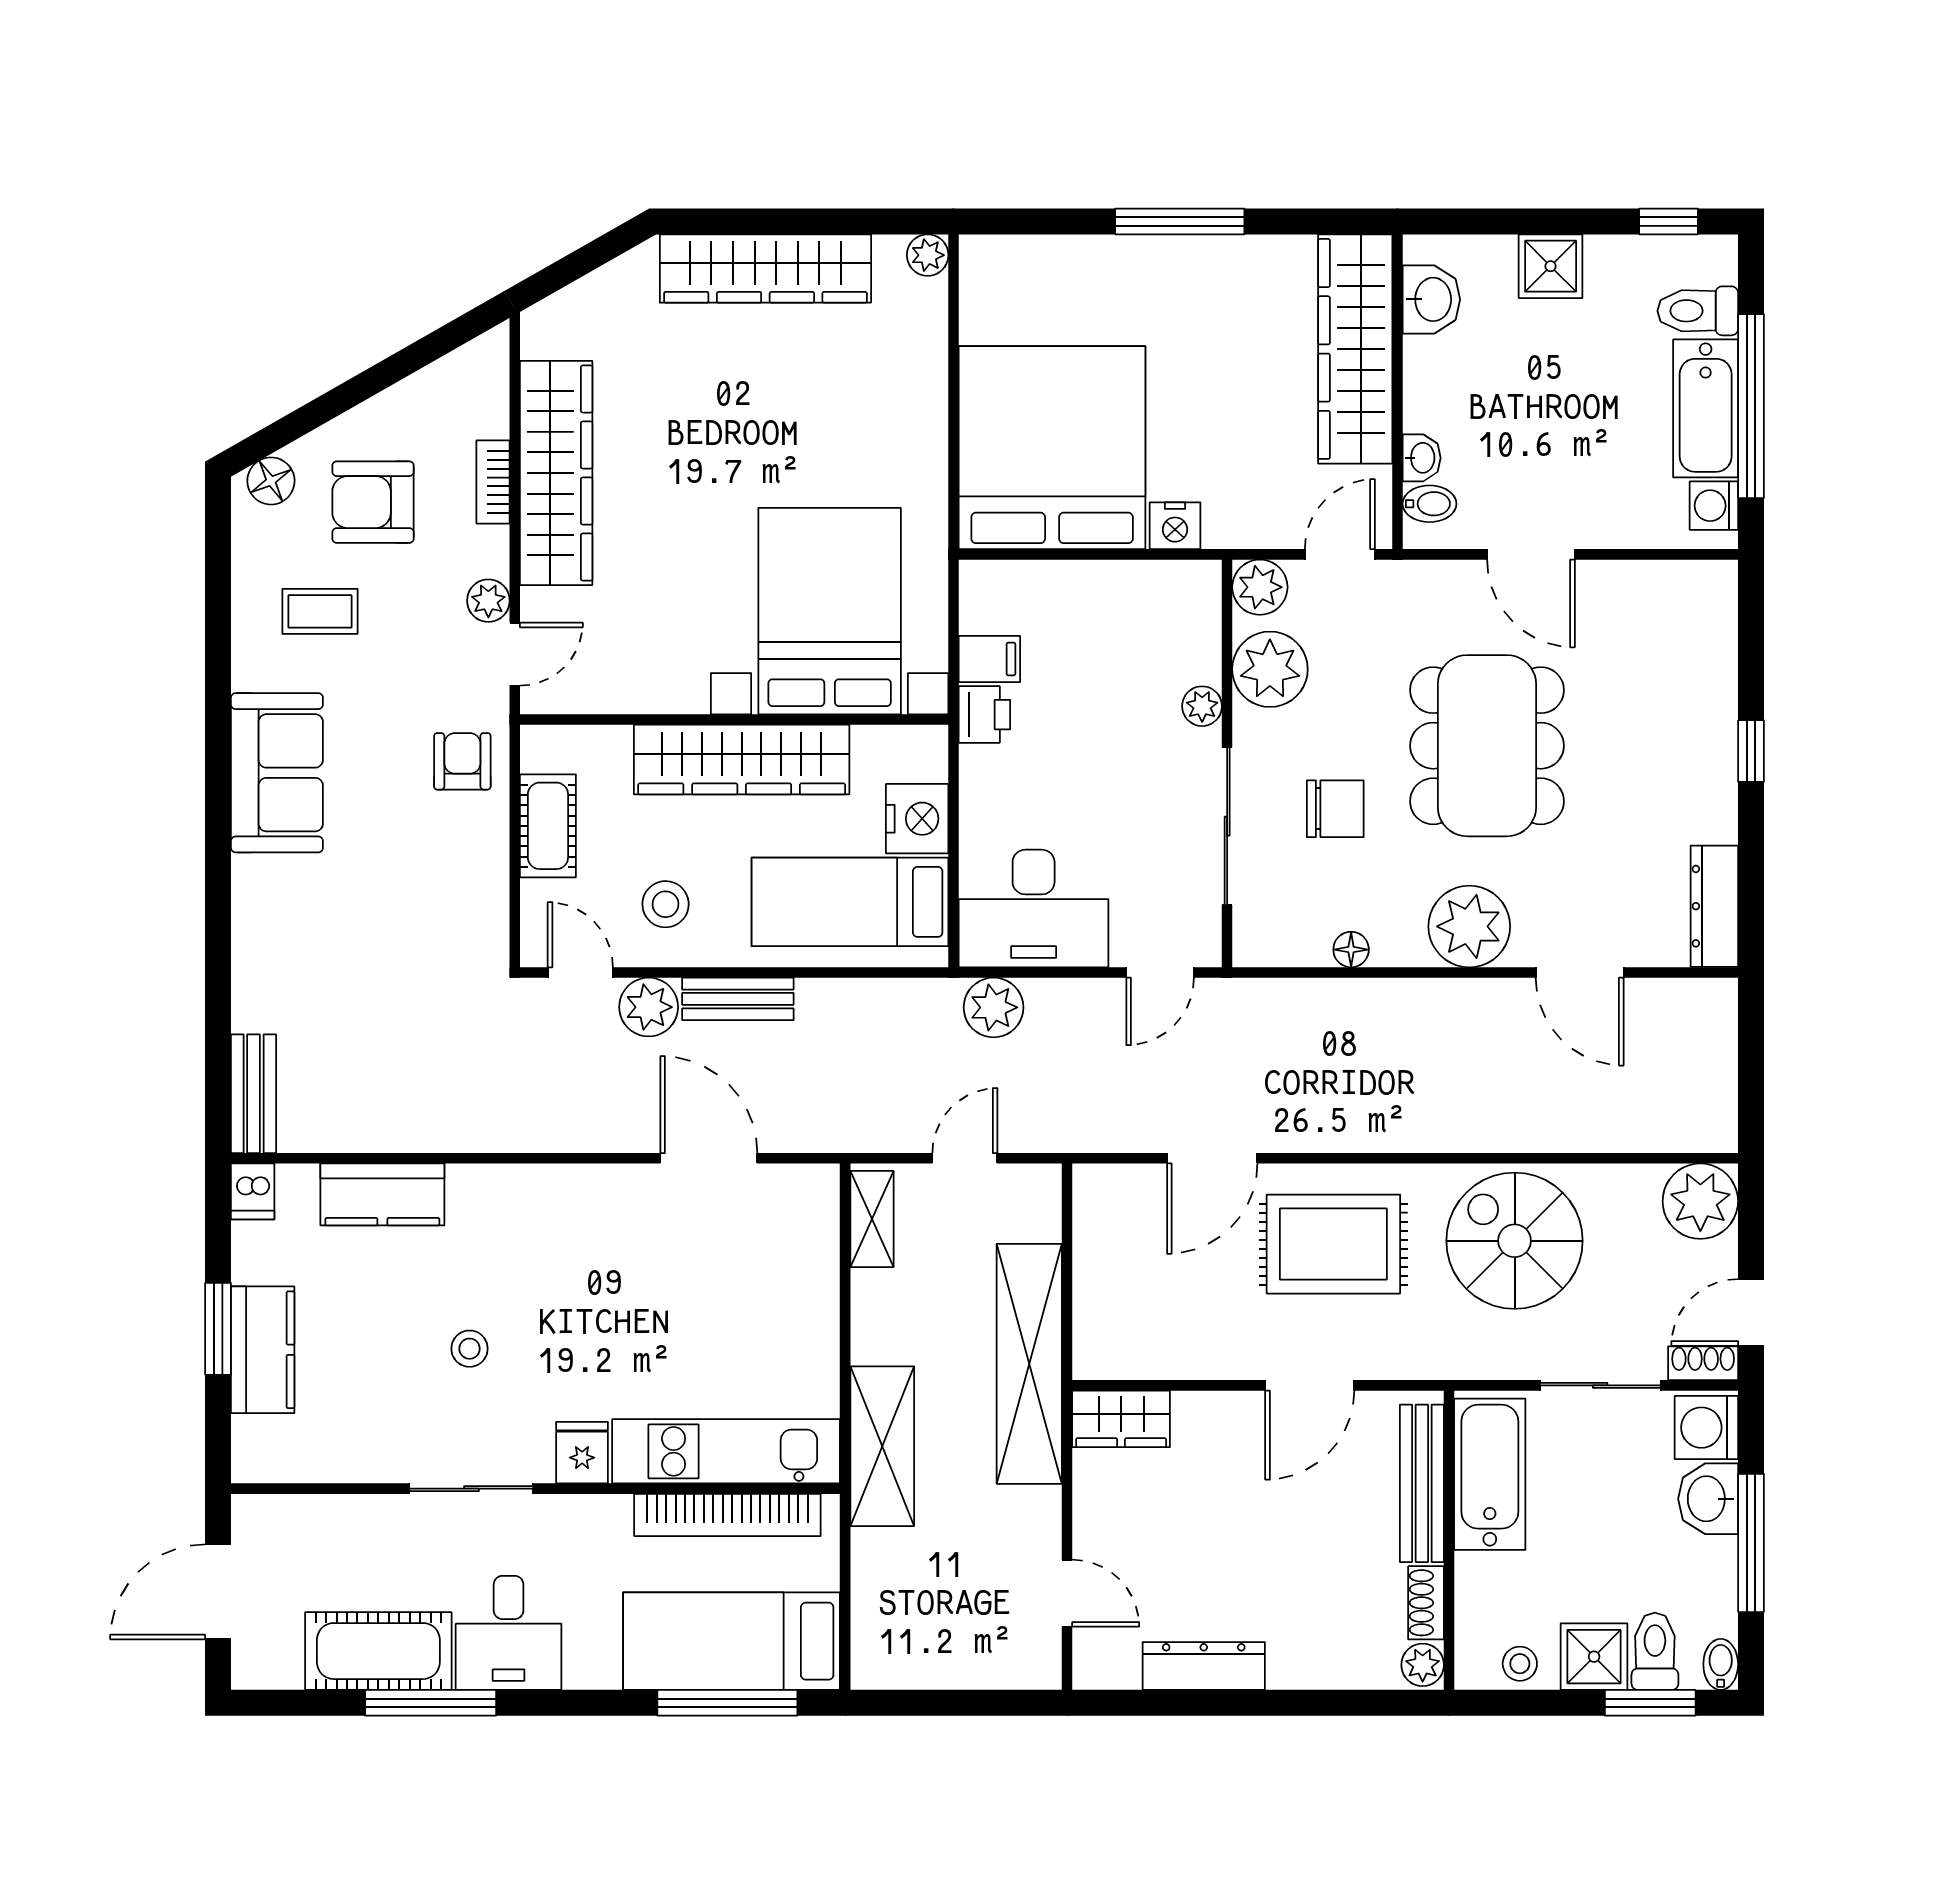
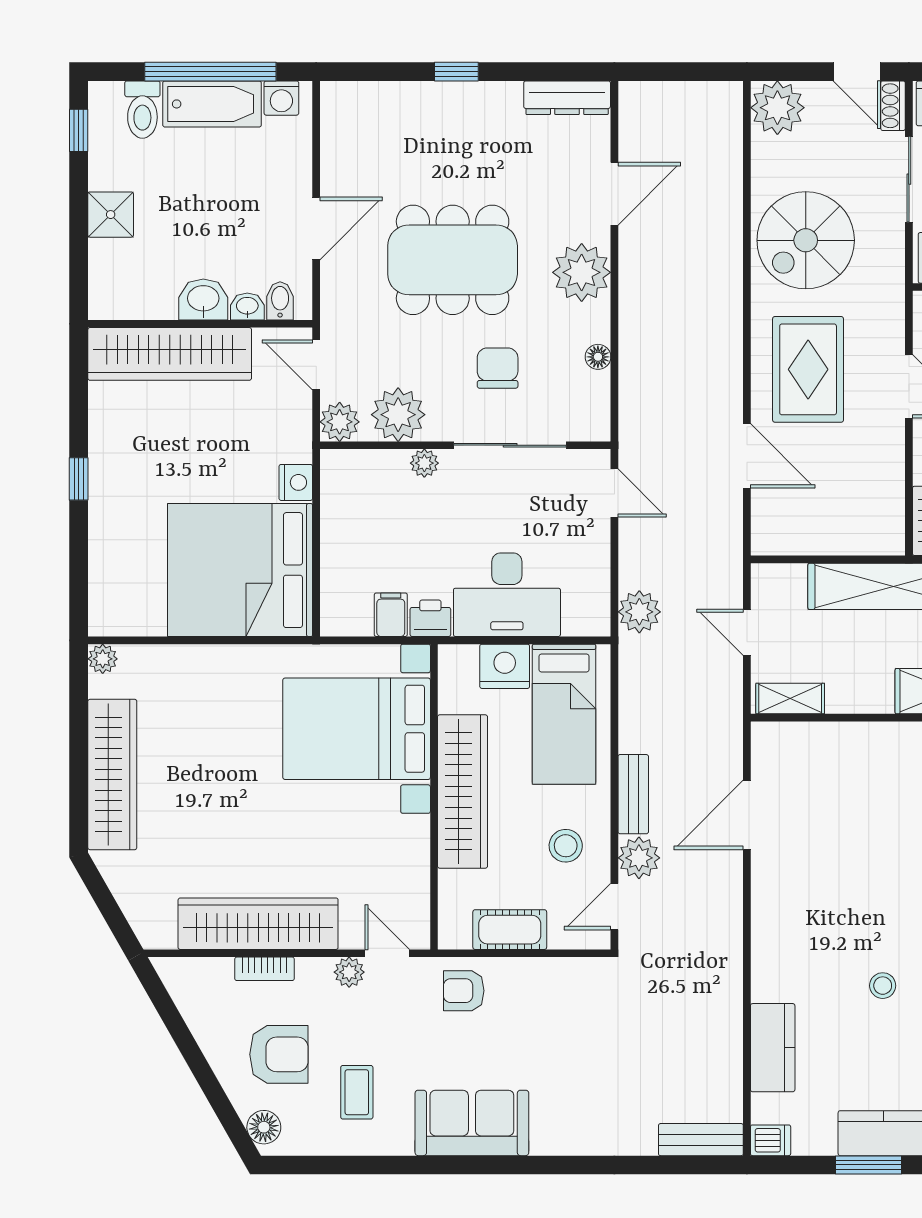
window: (1180, 221) -> (79, 479), width x0.46
washbasin: (1431, 299) -> (203, 300), moved
armchair: (373, 502) -> (279, 1054), turned -90
desk: (1034, 908) -> (507, 595), moved, turned 90

